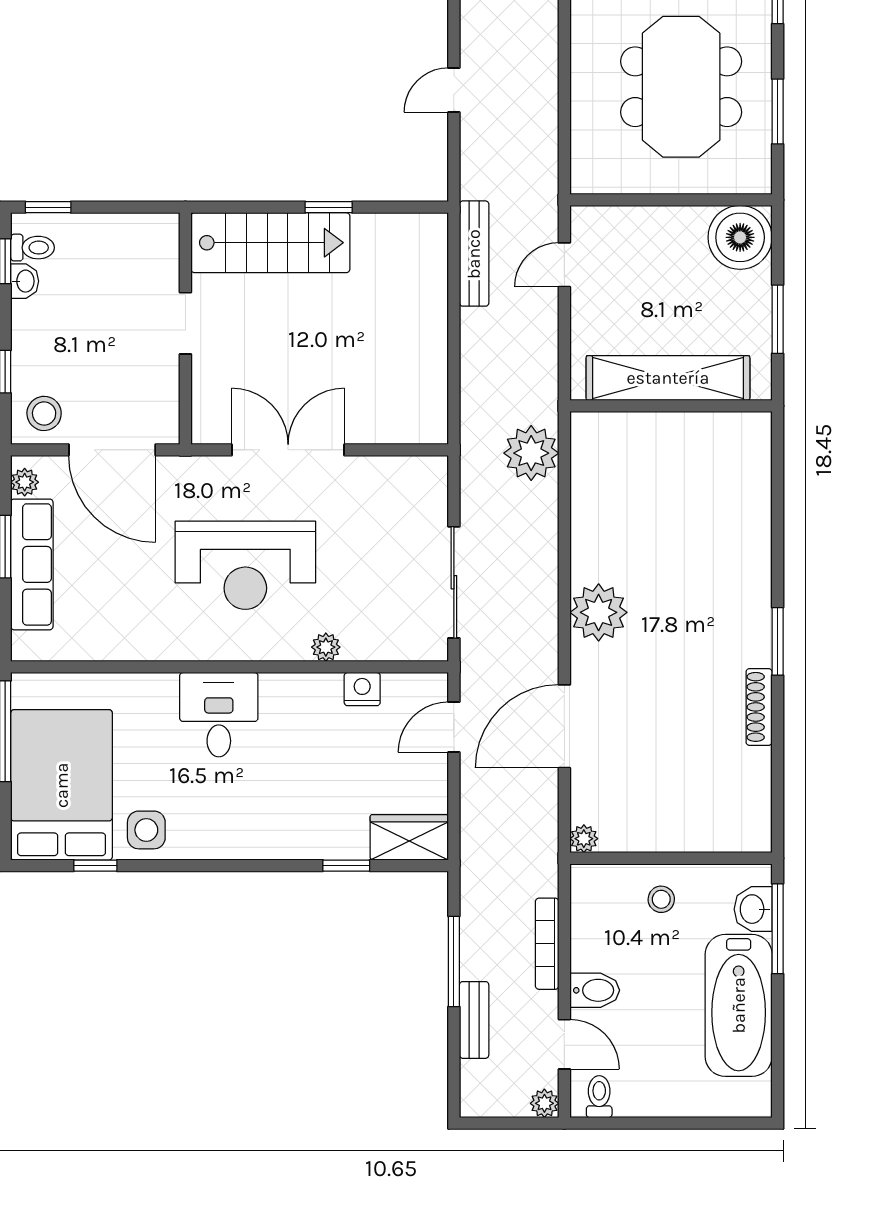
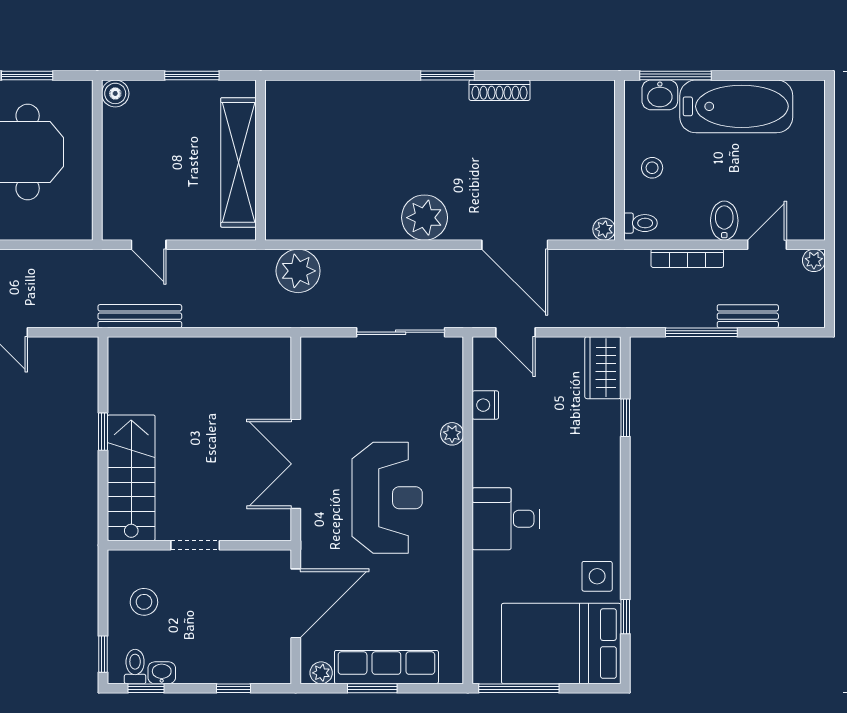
boiler: (740, 237) -> (115, 93), width x0.54, depth x0.54
stool: (44, 413) -> (144, 602), moved
toilet: (599, 1097) -> (641, 223), moved, turned 180

